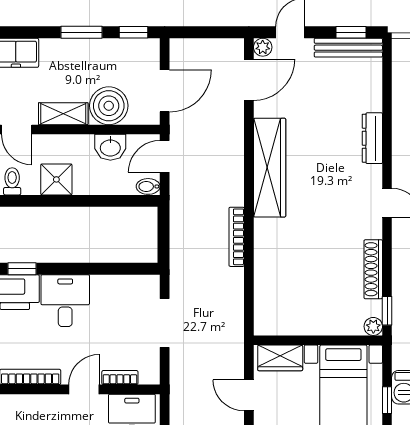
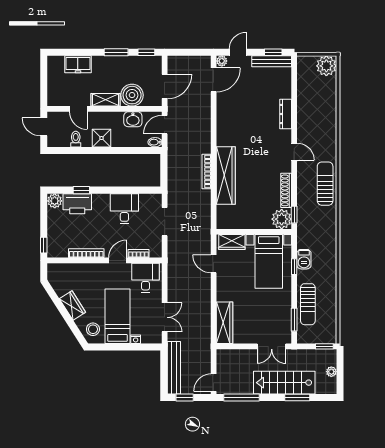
wardrobe: (270, 168) -> (226, 176), moved
desk: (65, 301) -> (124, 209), moved
plant: (373, 326) -> (282, 219), width x1.88, depth x1.88

